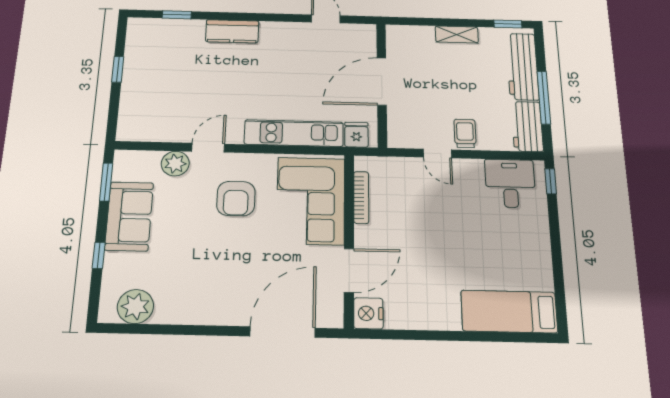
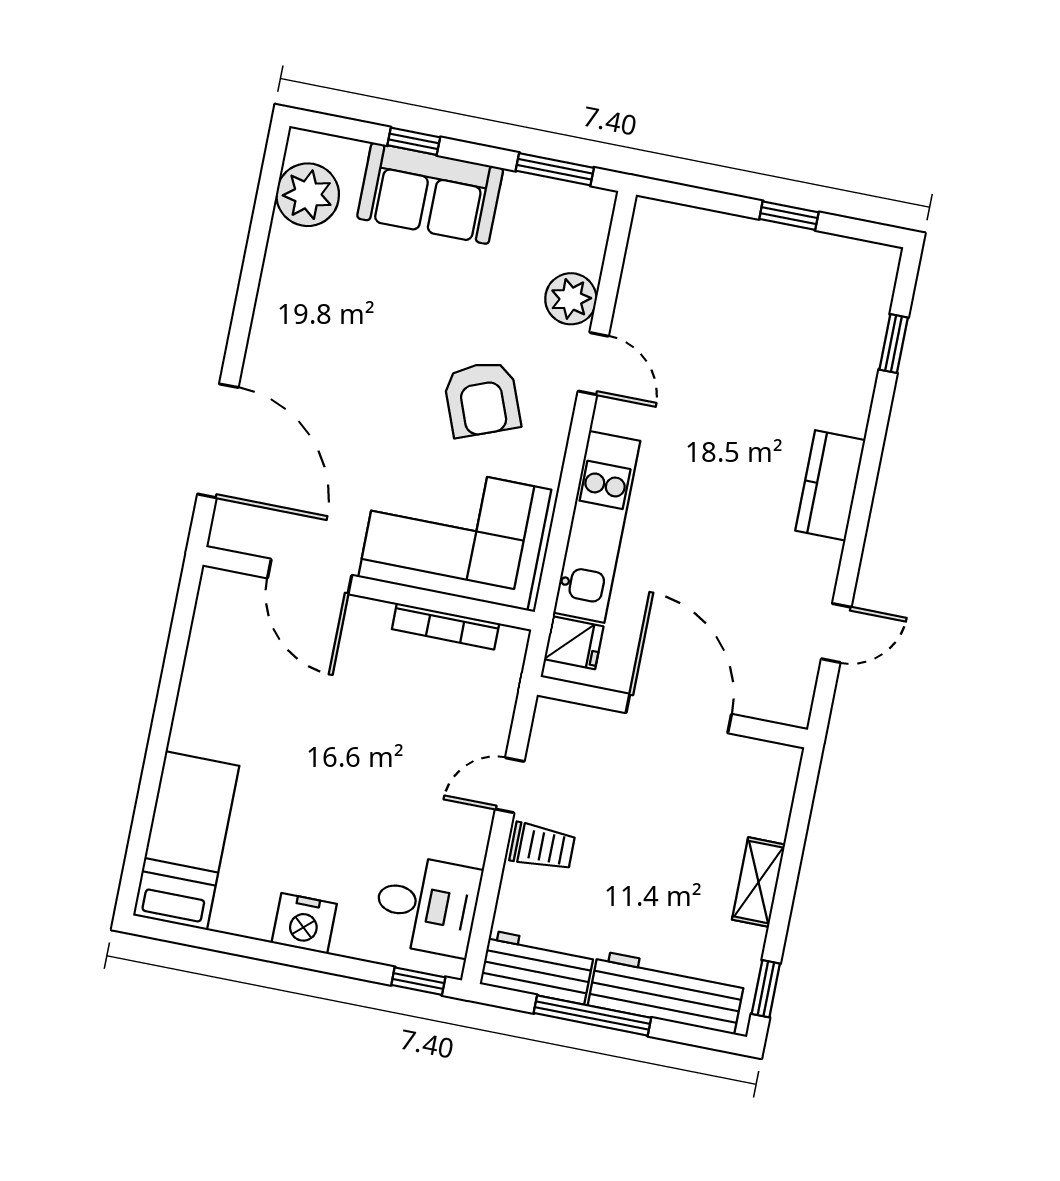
kitchen counter: (232, 31) -> (830, 485), moved
armchair: (236, 199) -> (482, 399), turned -111
sofa: (129, 216) -> (430, 193), moved
nightstand: (368, 313) -> (304, 923), moved, turned 180

